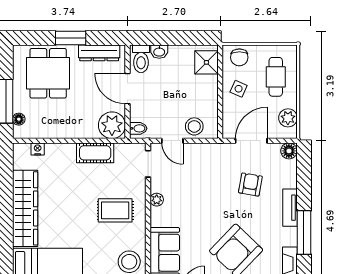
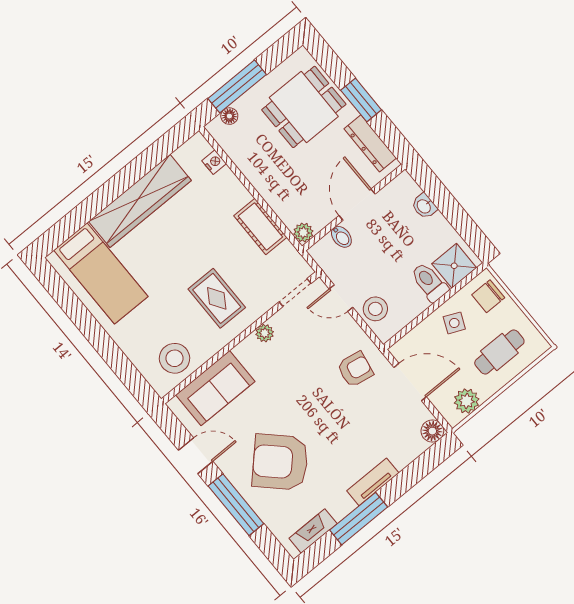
toilet: (141, 59) -> (429, 282), moved, turned 90
plant: (112, 125) -> (303, 232), width x0.53, depth x0.53
bidet: (138, 128) -> (341, 237), moved
door: (172, 141) -> (341, 298), hinge flipped
armchair: (250, 184) -> (355, 369), moved

